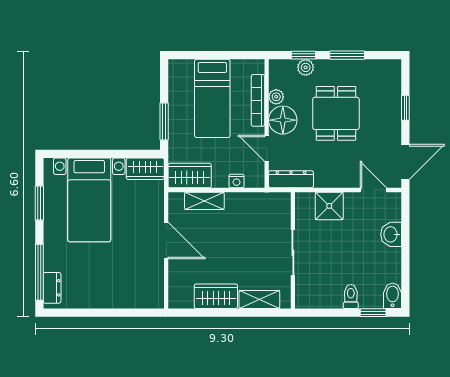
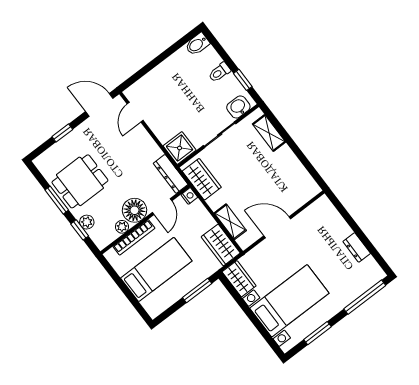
dining table: (336, 113) -> (80, 181), moved
nightstand: (236, 181) -> (189, 196), moved
shower: (329, 206) -> (180, 148), moved
washbasin: (391, 234) -> (238, 107), moved, turned 180
door: (166, 241) -> (277, 227), hinge flipped
dresser: (52, 288) -> (357, 247), moved, turned -90
wardrobe: (216, 296) -> (202, 179), moved, turned 180
window: (373, 313) -> (243, 80), moved

